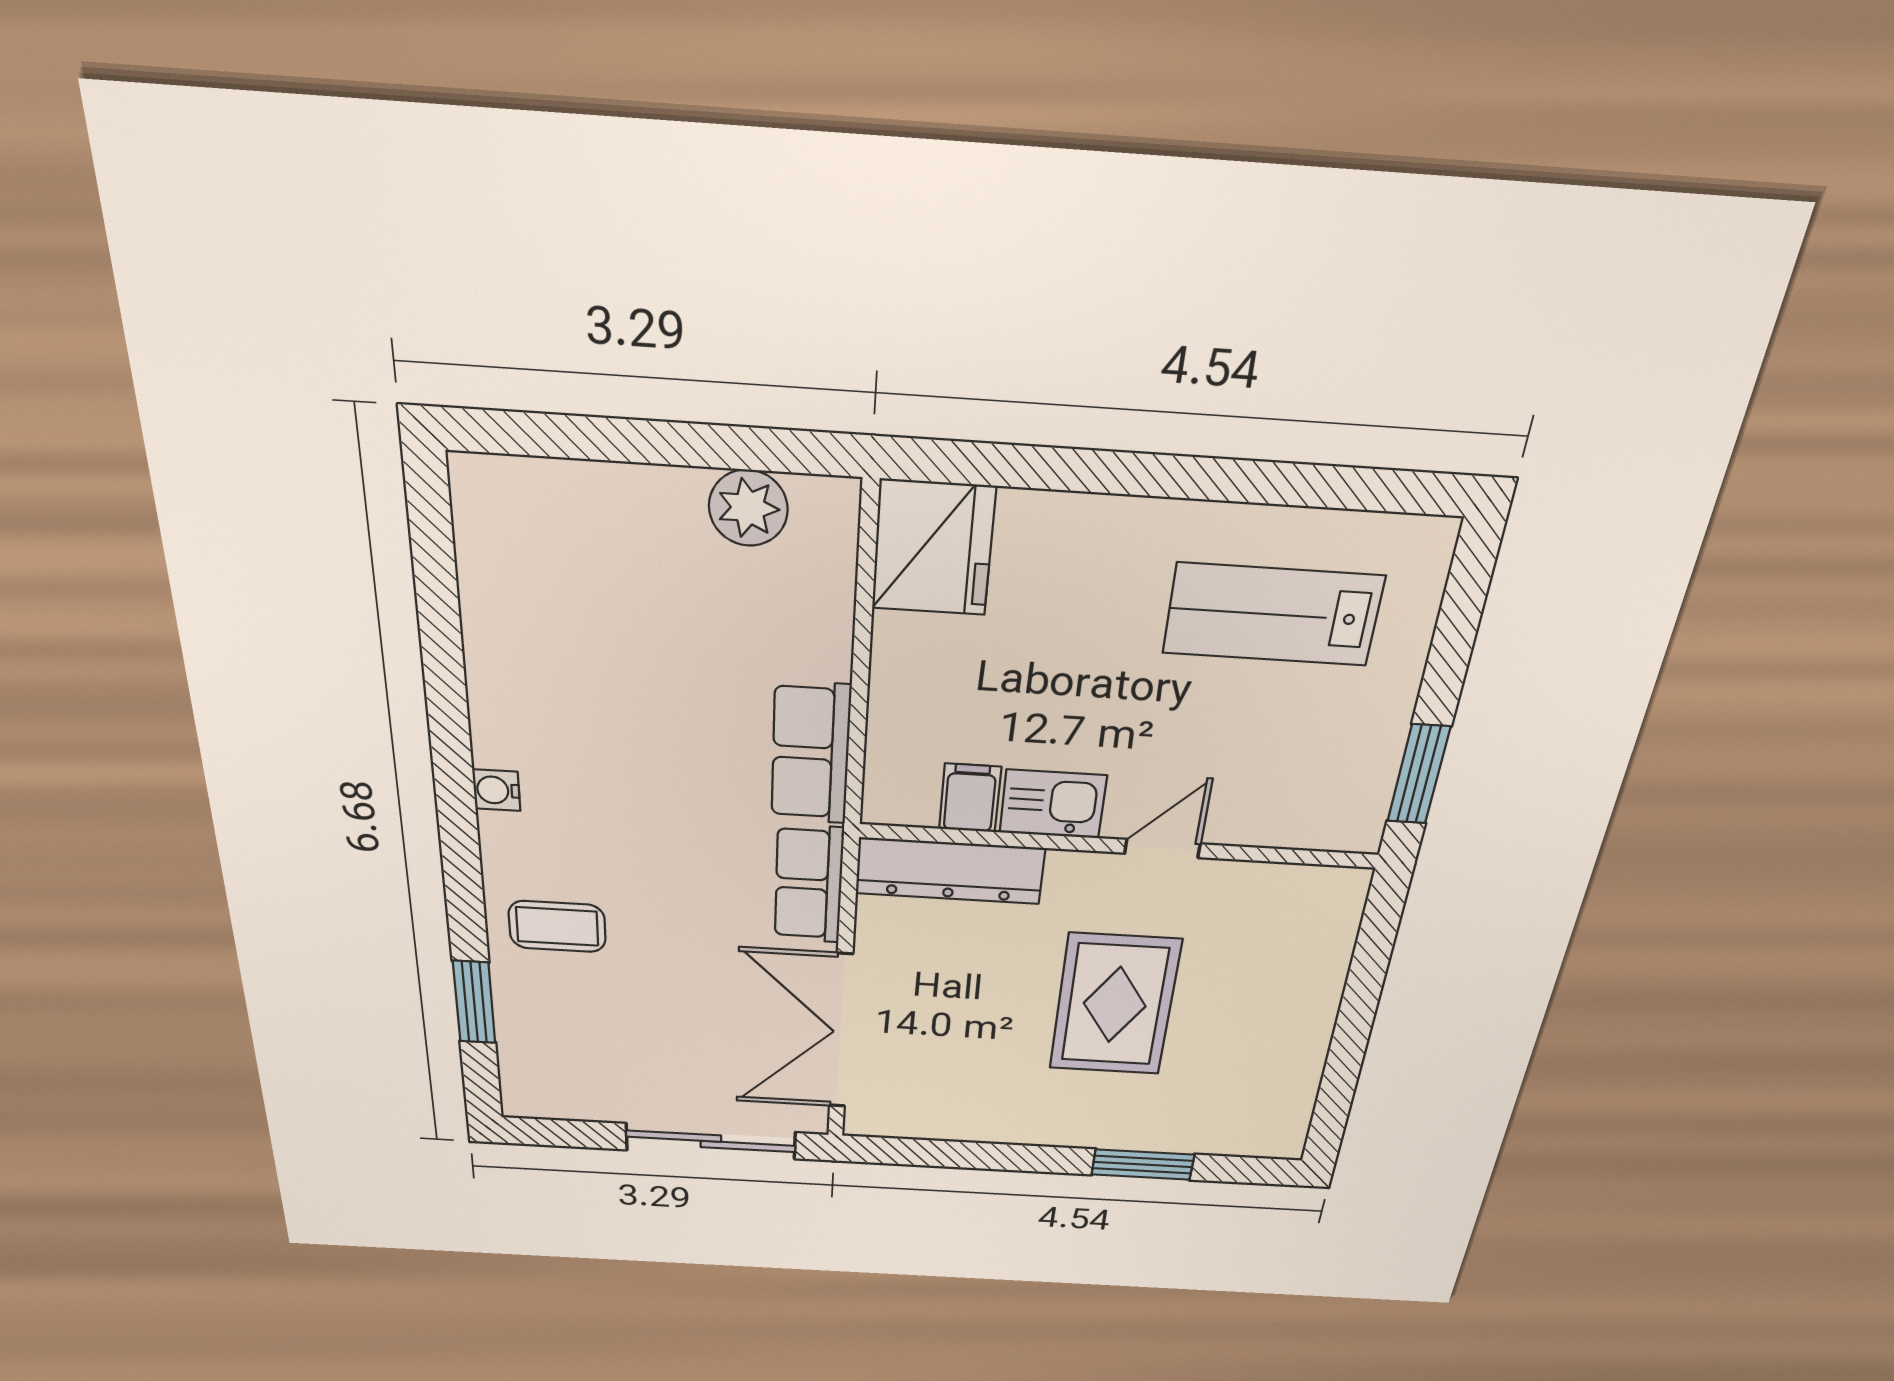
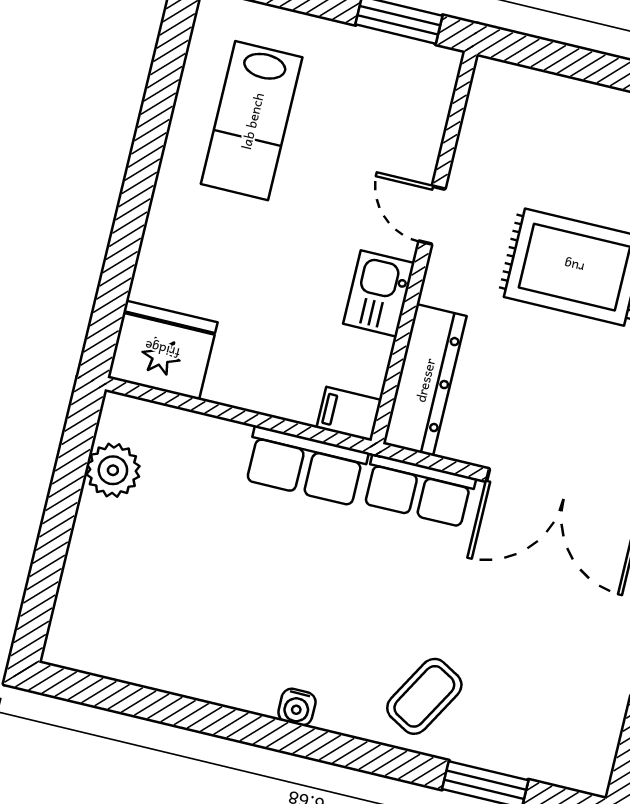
filing cabinet: (970, 798) -> (349, 414), moved
coffee table: (557, 926) -> (424, 696), turned 30

